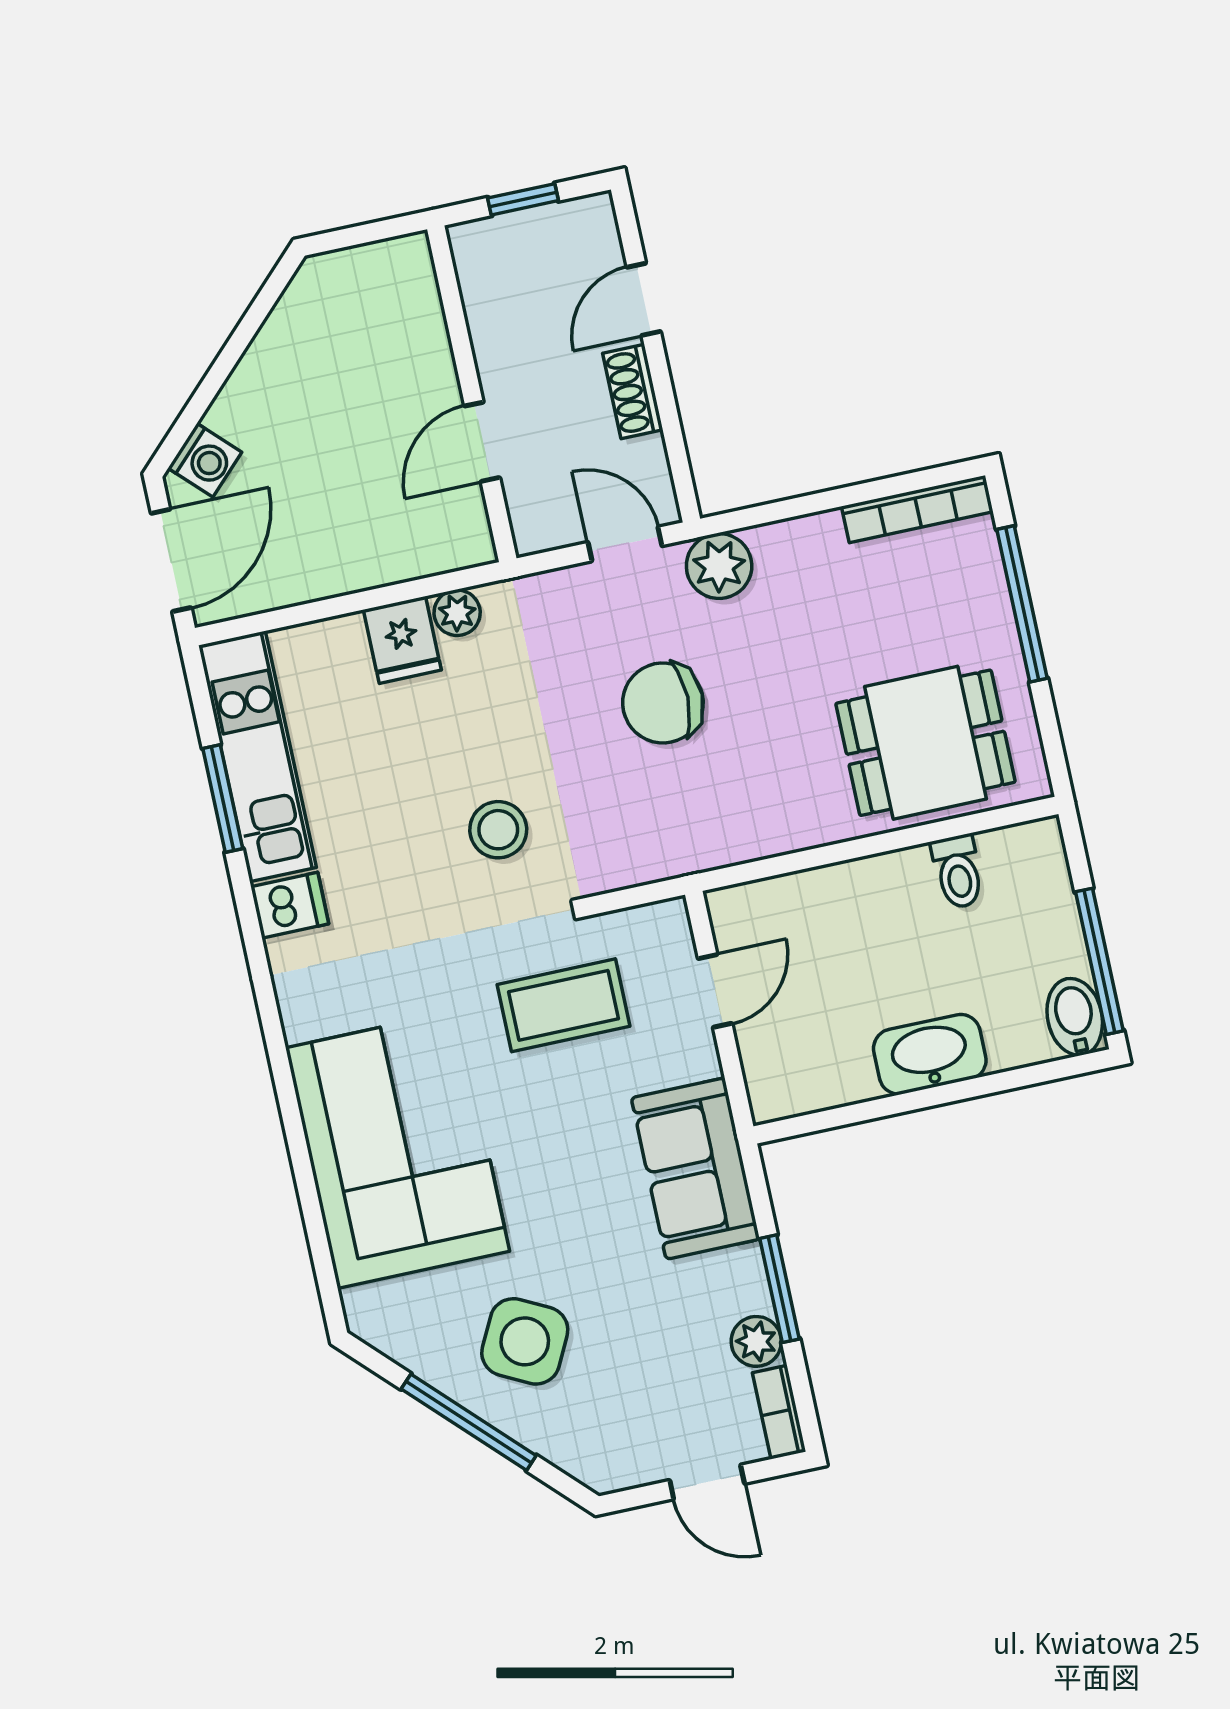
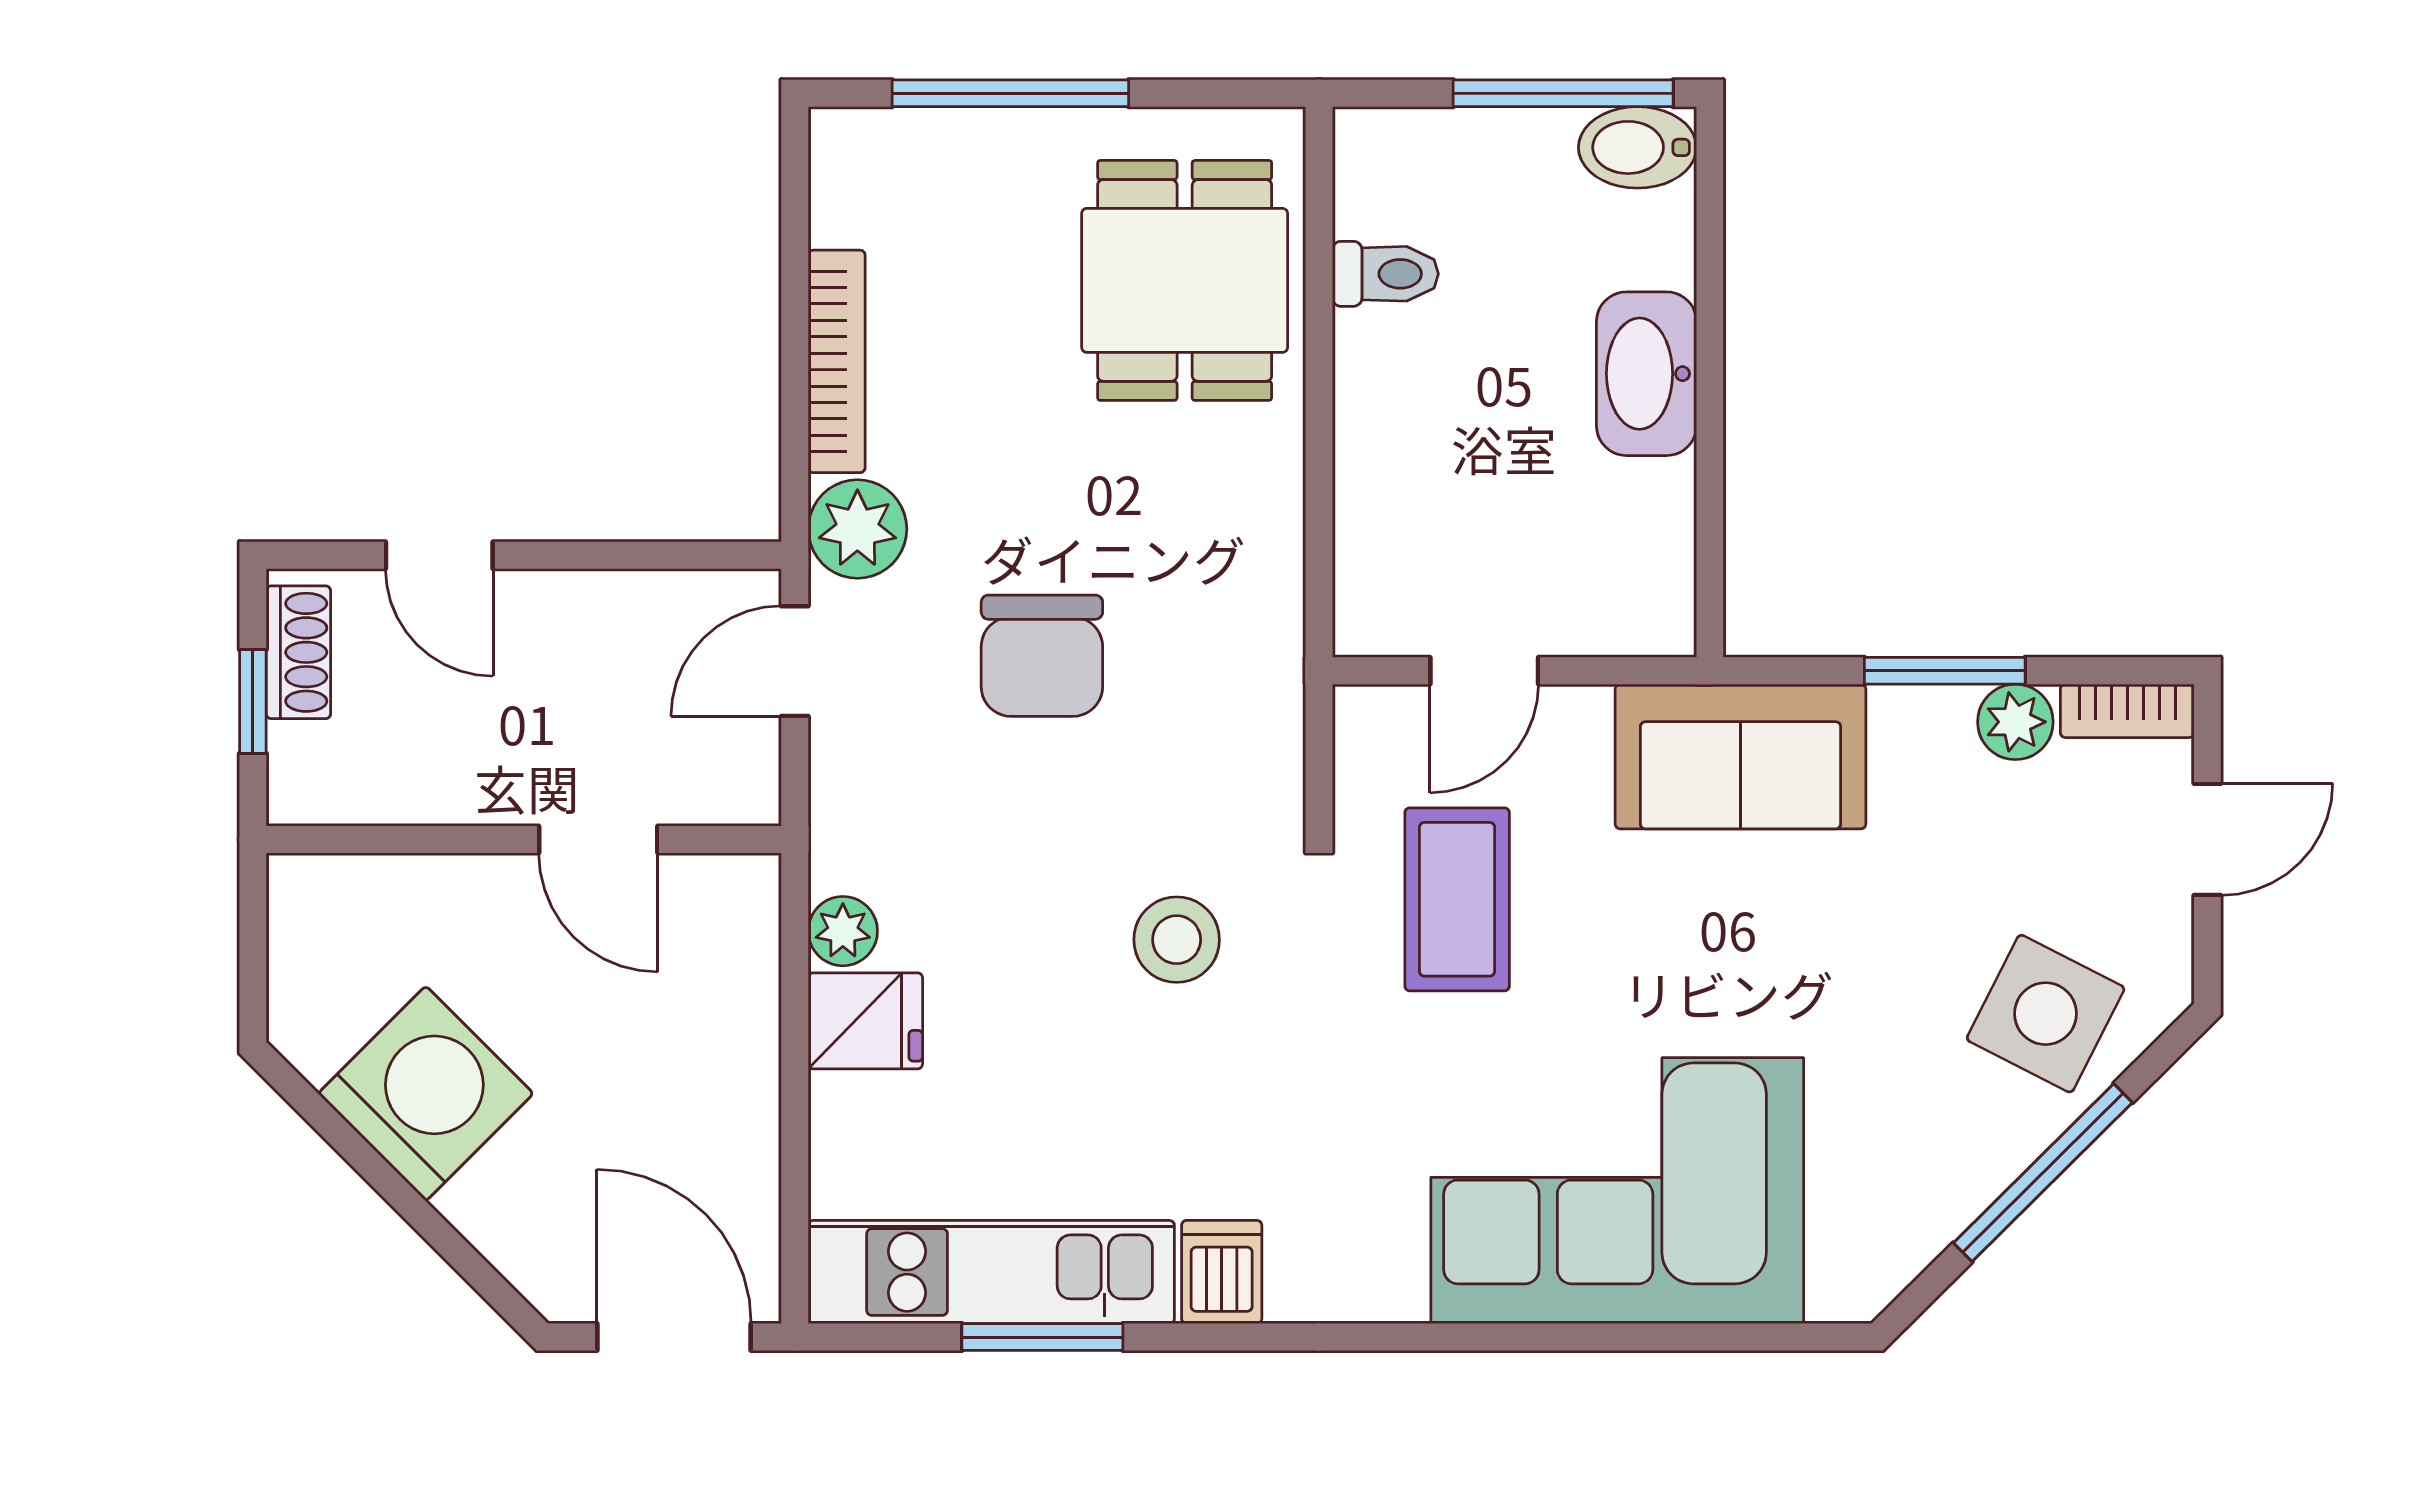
shoe rack: (633, 391) -> (298, 652), moved, turned -90
washing machine: (205, 460) -> (426, 1094), moved, width x1.89, depth x1.89
bookcase: (917, 509) -> (837, 361), moved
door: (715, 991) -> (1484, 671), swing flipped
side table: (525, 1341) -> (2046, 1014), moved

